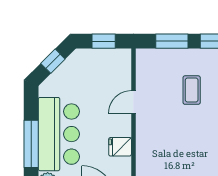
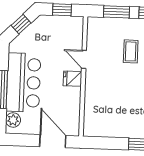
door: (133, 102) -> (84, 59), hinge flipped
fridge: (120, 147) -> (72, 79), moved

